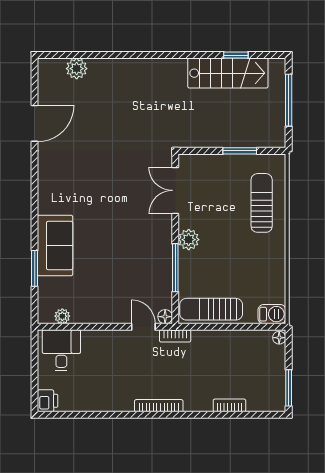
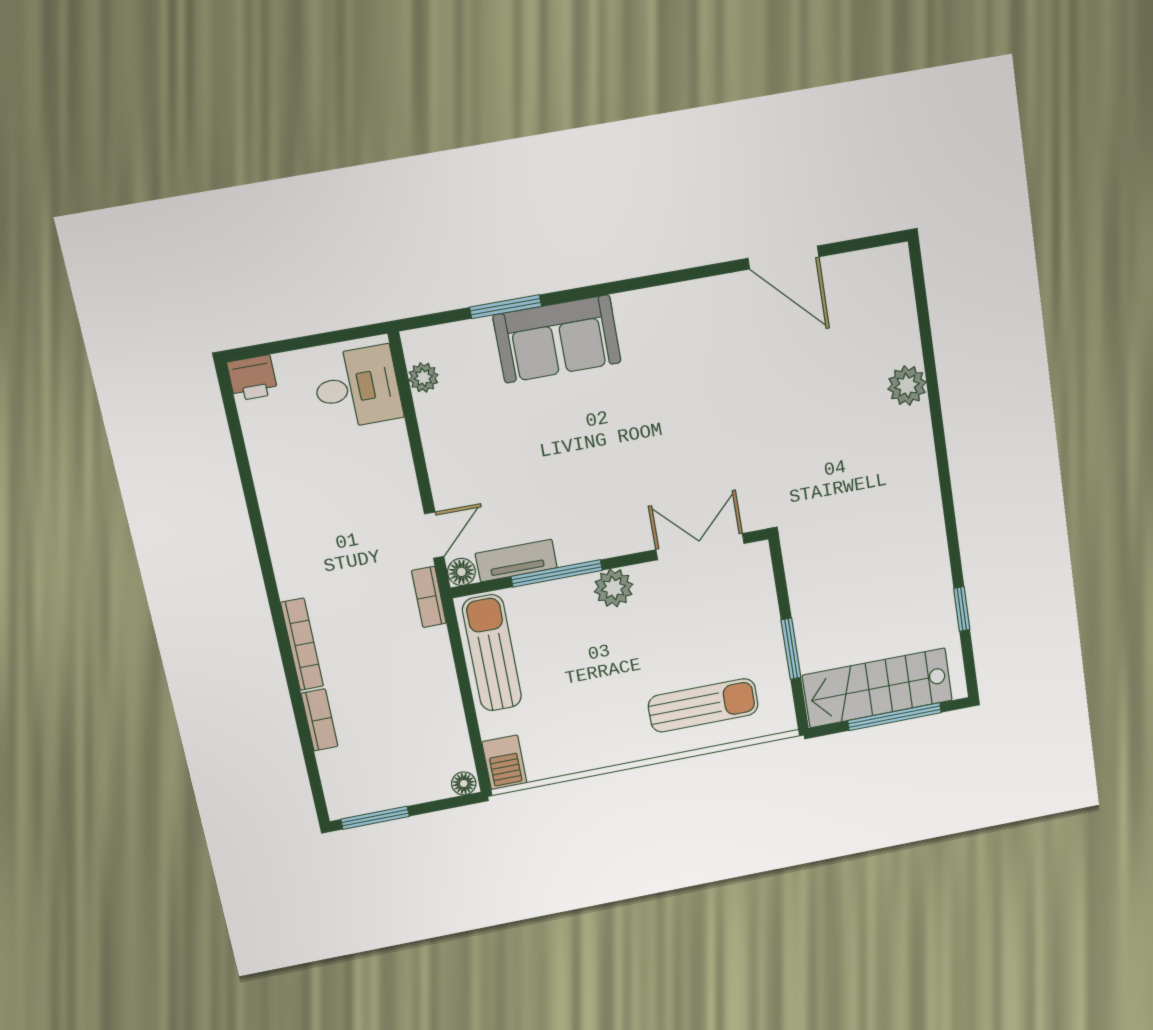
plant: (77, 69) -> (907, 386), moved
stairs: (228, 73) -> (877, 688), moved, turned 90
tv unit: (165, 287) -> (516, 561), added
bookcase: (159, 406) -> (302, 644), moved

